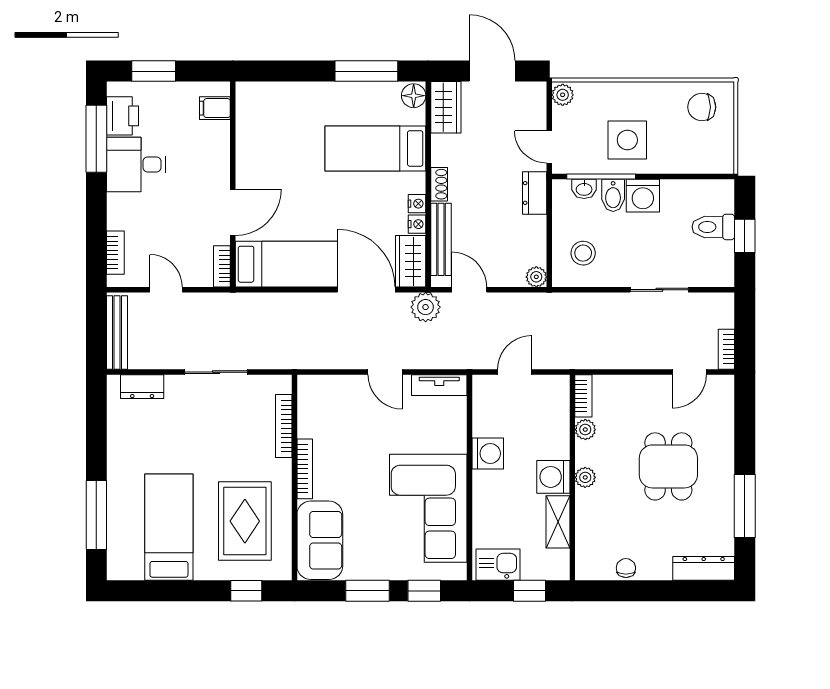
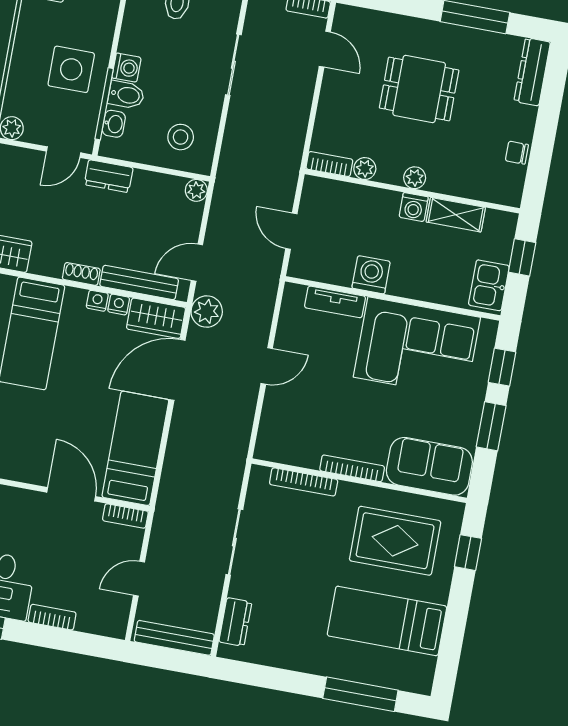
washing machine: (643, 196) -> (126, 68), width x0.73, depth x0.73
bookcase: (115, 253) -> (52, 617), moved
tv unit: (439, 385) -> (335, 302), moved, turned 90
washing machine: (553, 477) -> (414, 207), width x0.73, depth x0.73

